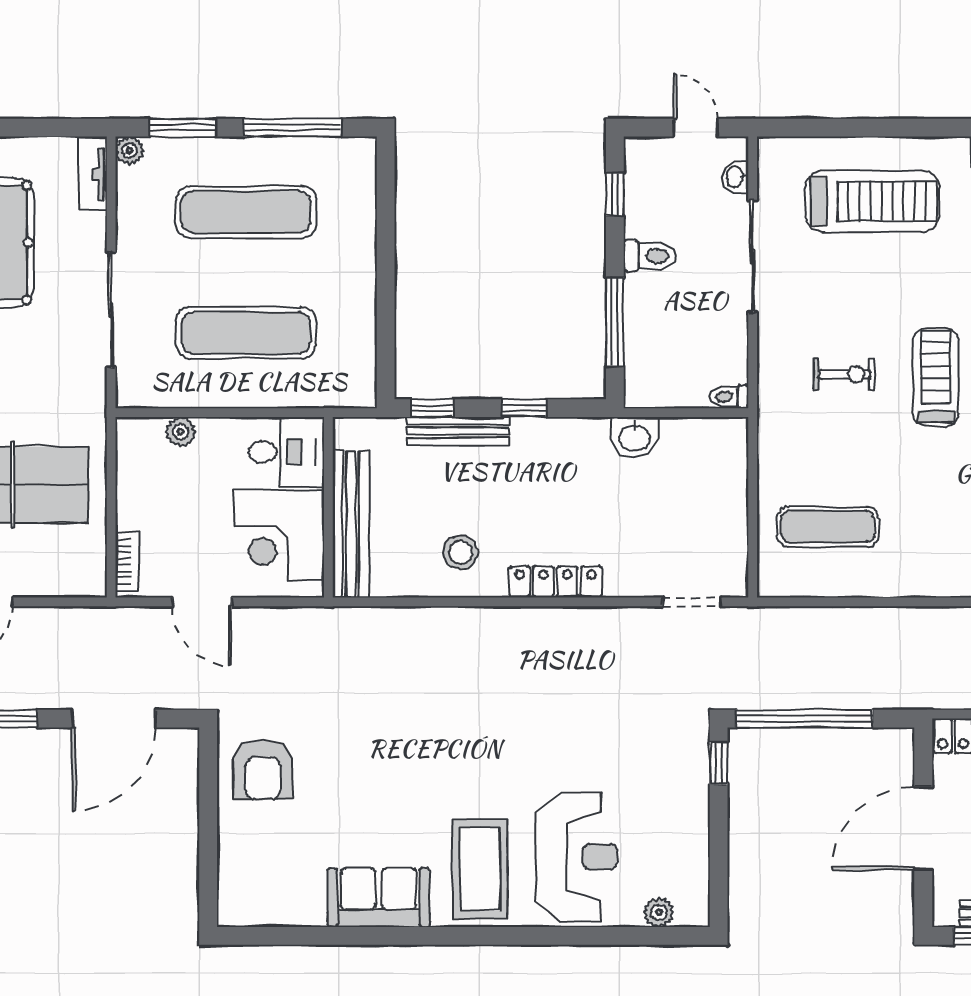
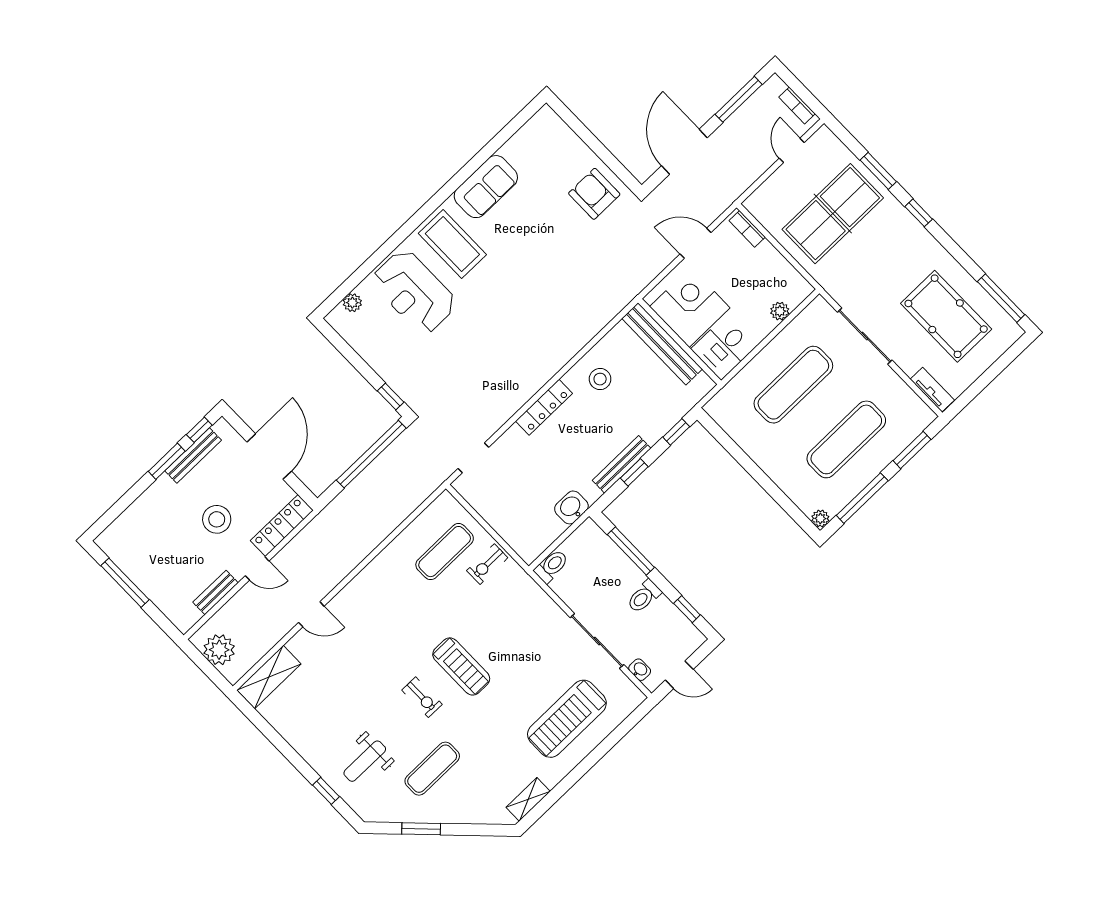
plant: (129, 150) -> (820, 518), moved
exercise bike: (844, 374) -> (487, 564), moved
toilet: (729, 397) -> (551, 566), width x1.37, depth x1.39
bench: (458, 431) -> (622, 464), moved

